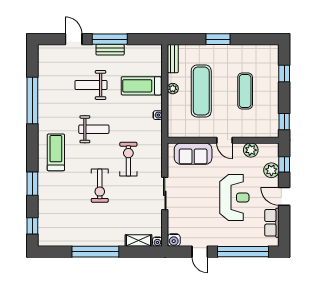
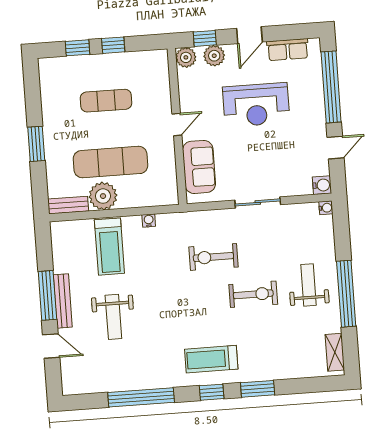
door: (74, 39) -> (51, 346), swing flipped
bench: (110, 50) -> (63, 301), width x1.36
plant: (173, 89) -> (103, 196), width x1.87, depth x1.87
window: (284, 122) -> (113, 45), moved
weight bench: (94, 129) -> (309, 285), moved
plant: (251, 150) -> (186, 57), moved
reception desk: (234, 197) -> (256, 105), turned 180
window: (32, 226) -> (212, 392), moved
shelving: (138, 240) -> (335, 352), moved

